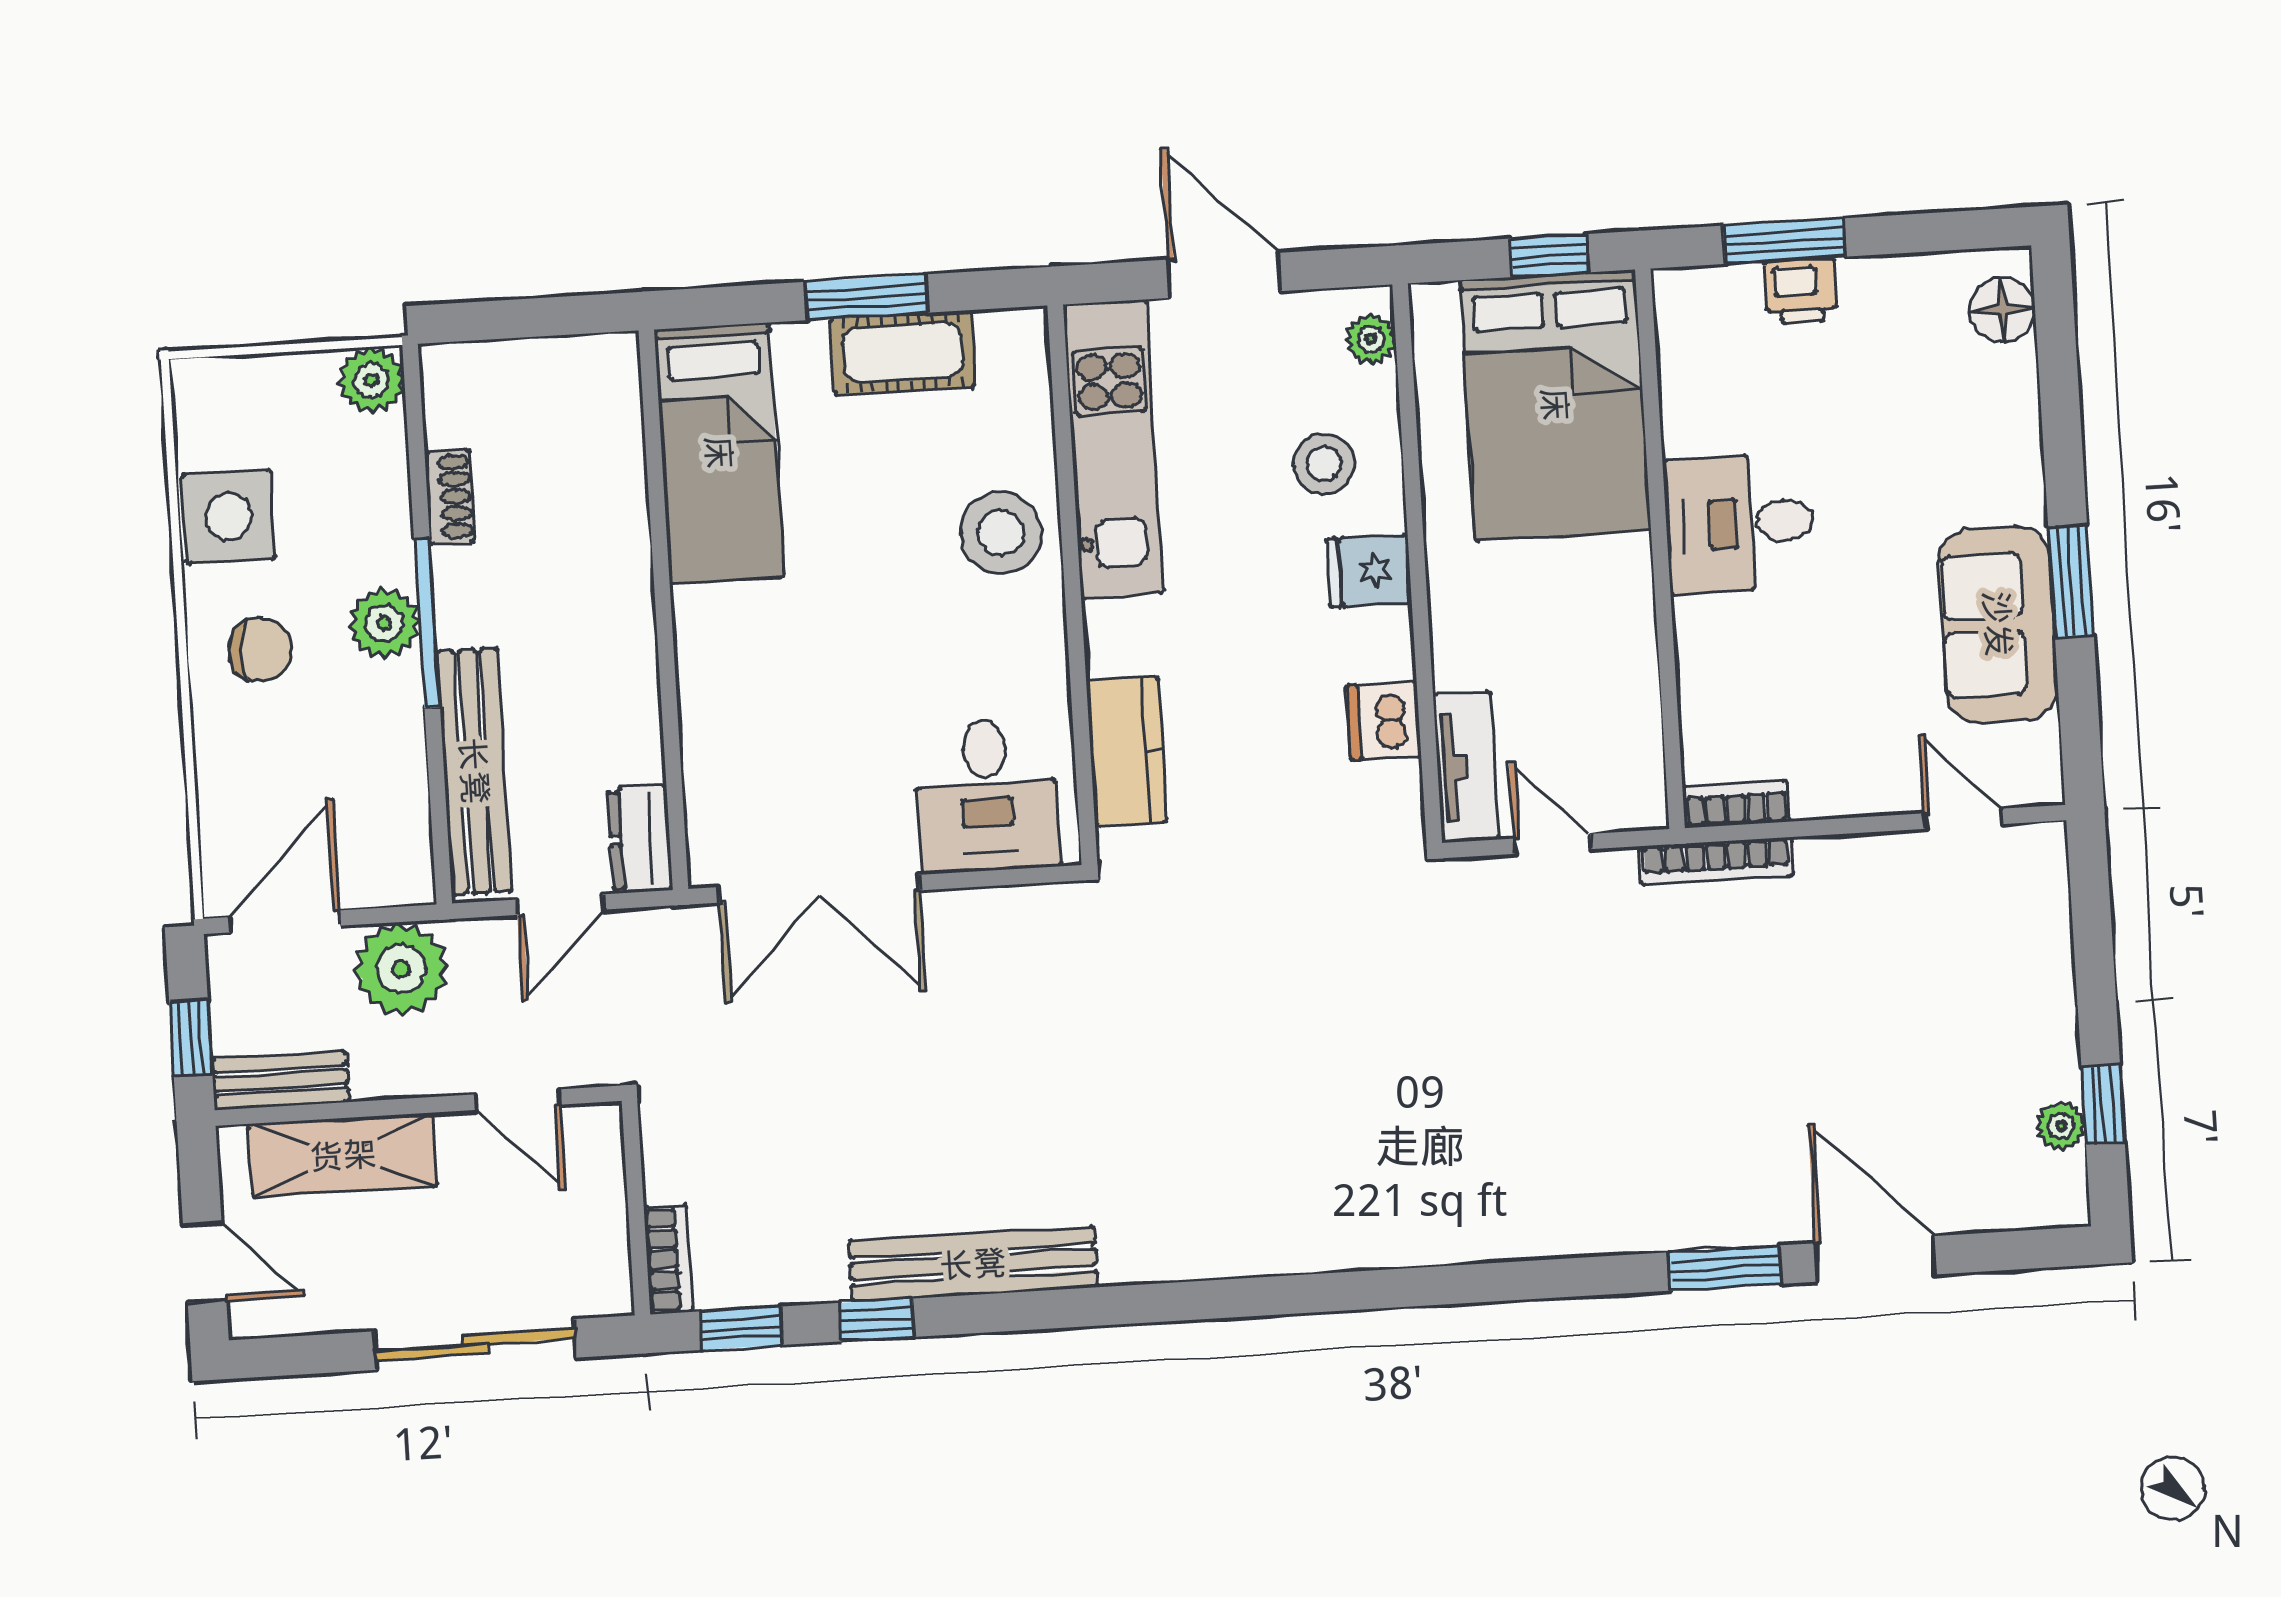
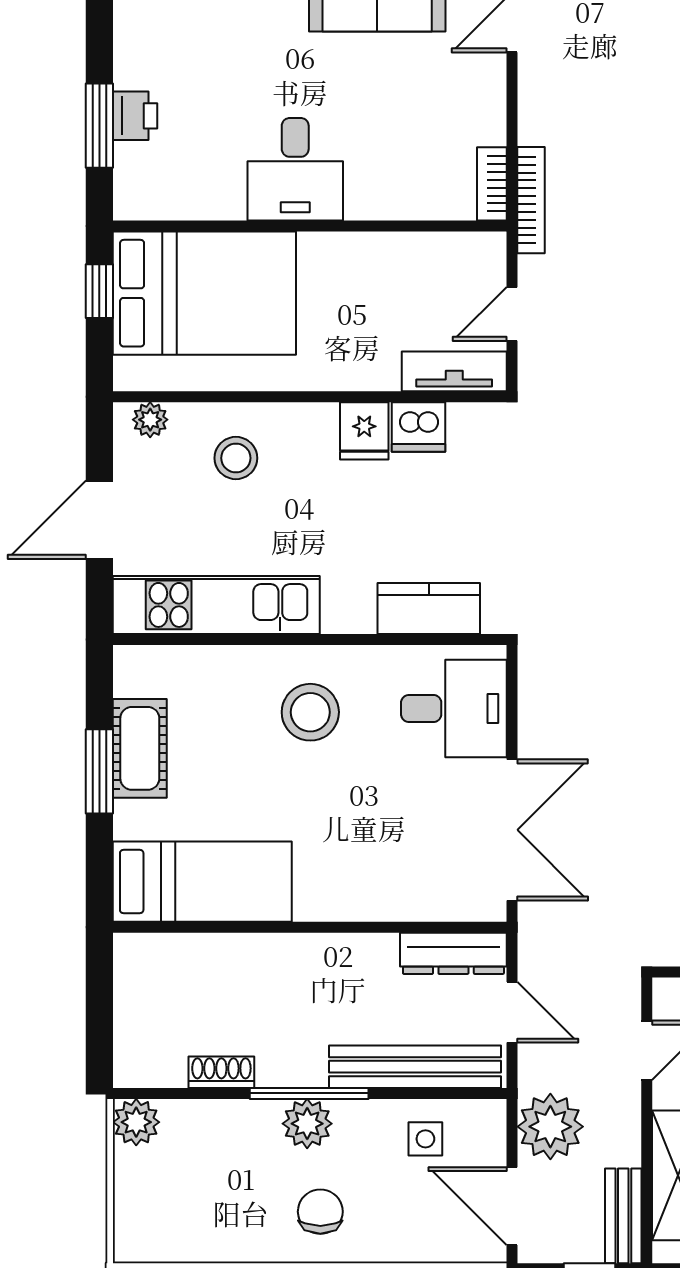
side table: (228, 517) -> (425, 1139), moved, width x0.54, depth x0.54
stool: (1001, 532) -> (310, 712), moved
fridge: (1369, 571) -> (364, 431), moved
dresser: (640, 839) -> (453, 953), width x1.44

